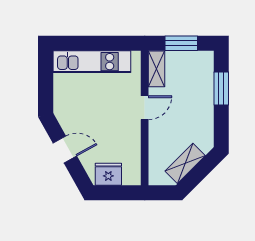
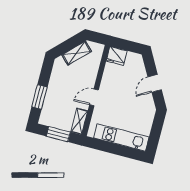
door: (65, 150) -> (155, 83), hinge flipped
fridge: (108, 174) -> (117, 56), moved

